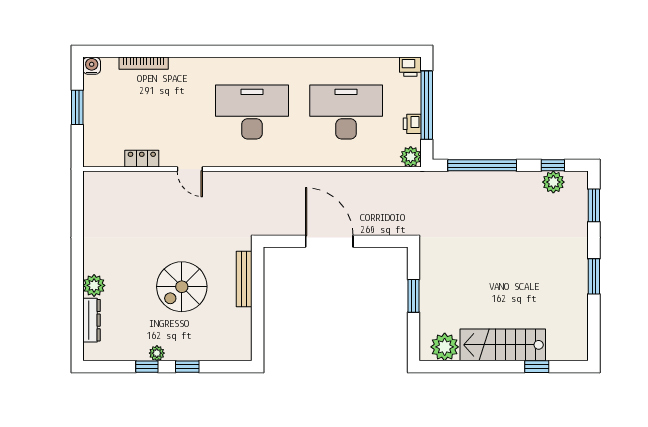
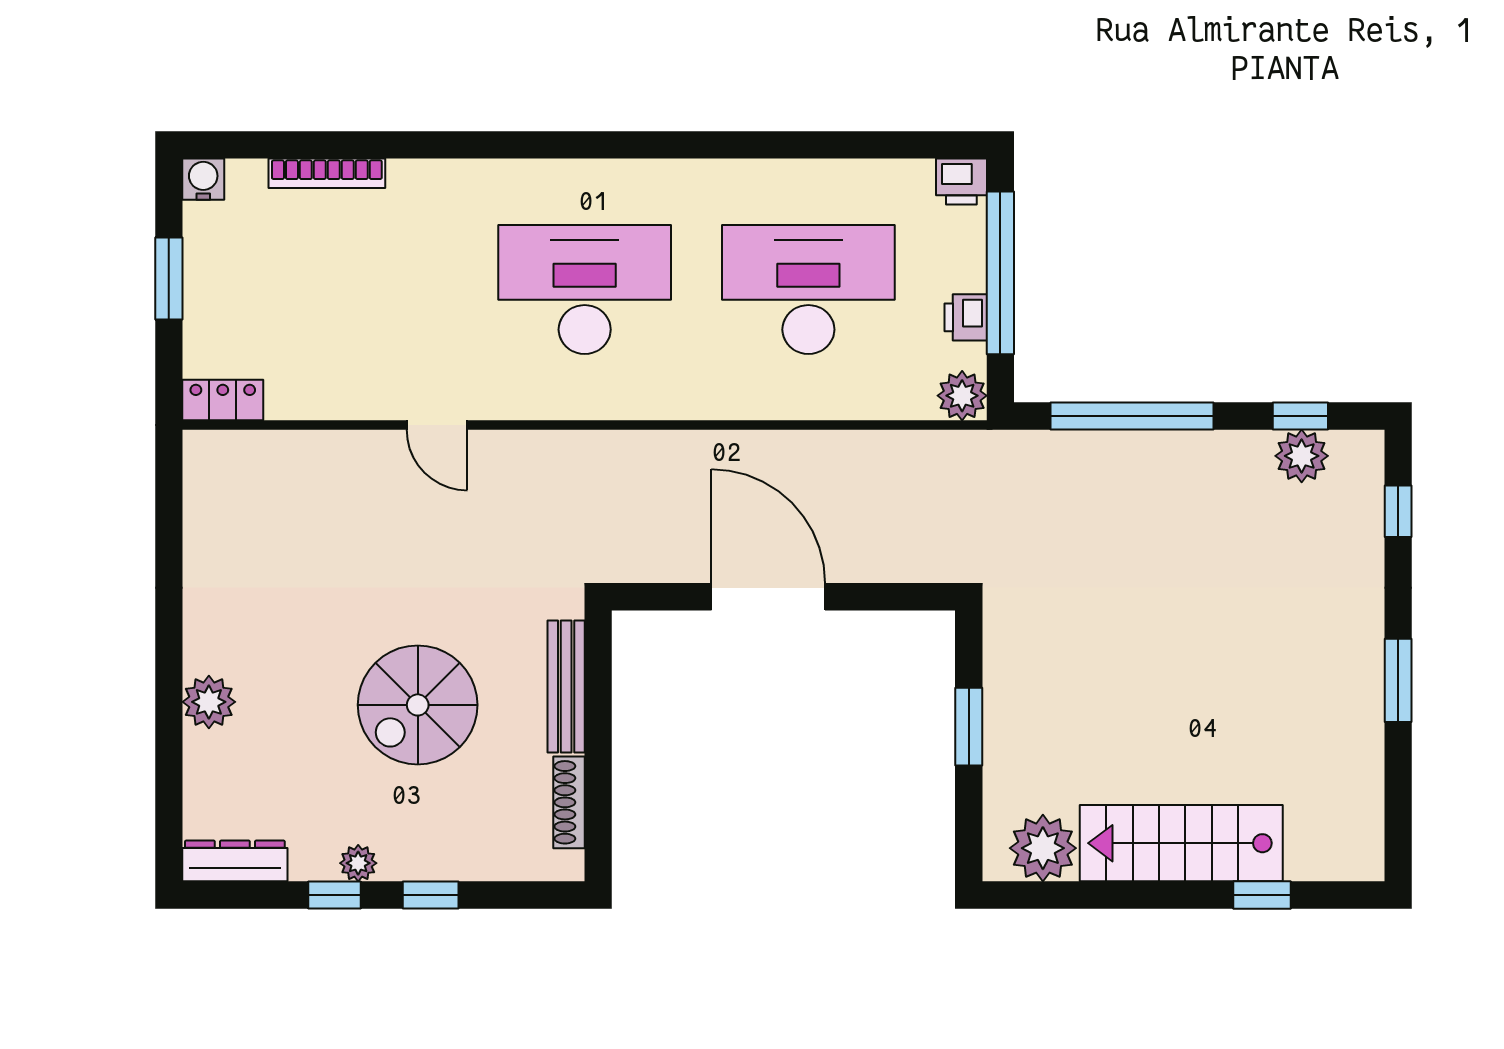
locker: (142, 159) -> (223, 400), moved
window: (594, 205) -> (1398, 511), width x0.67
dresser: (92, 320) -> (235, 861), moved, turned -90
shoe rack: (245, 328) -> (569, 802), added

